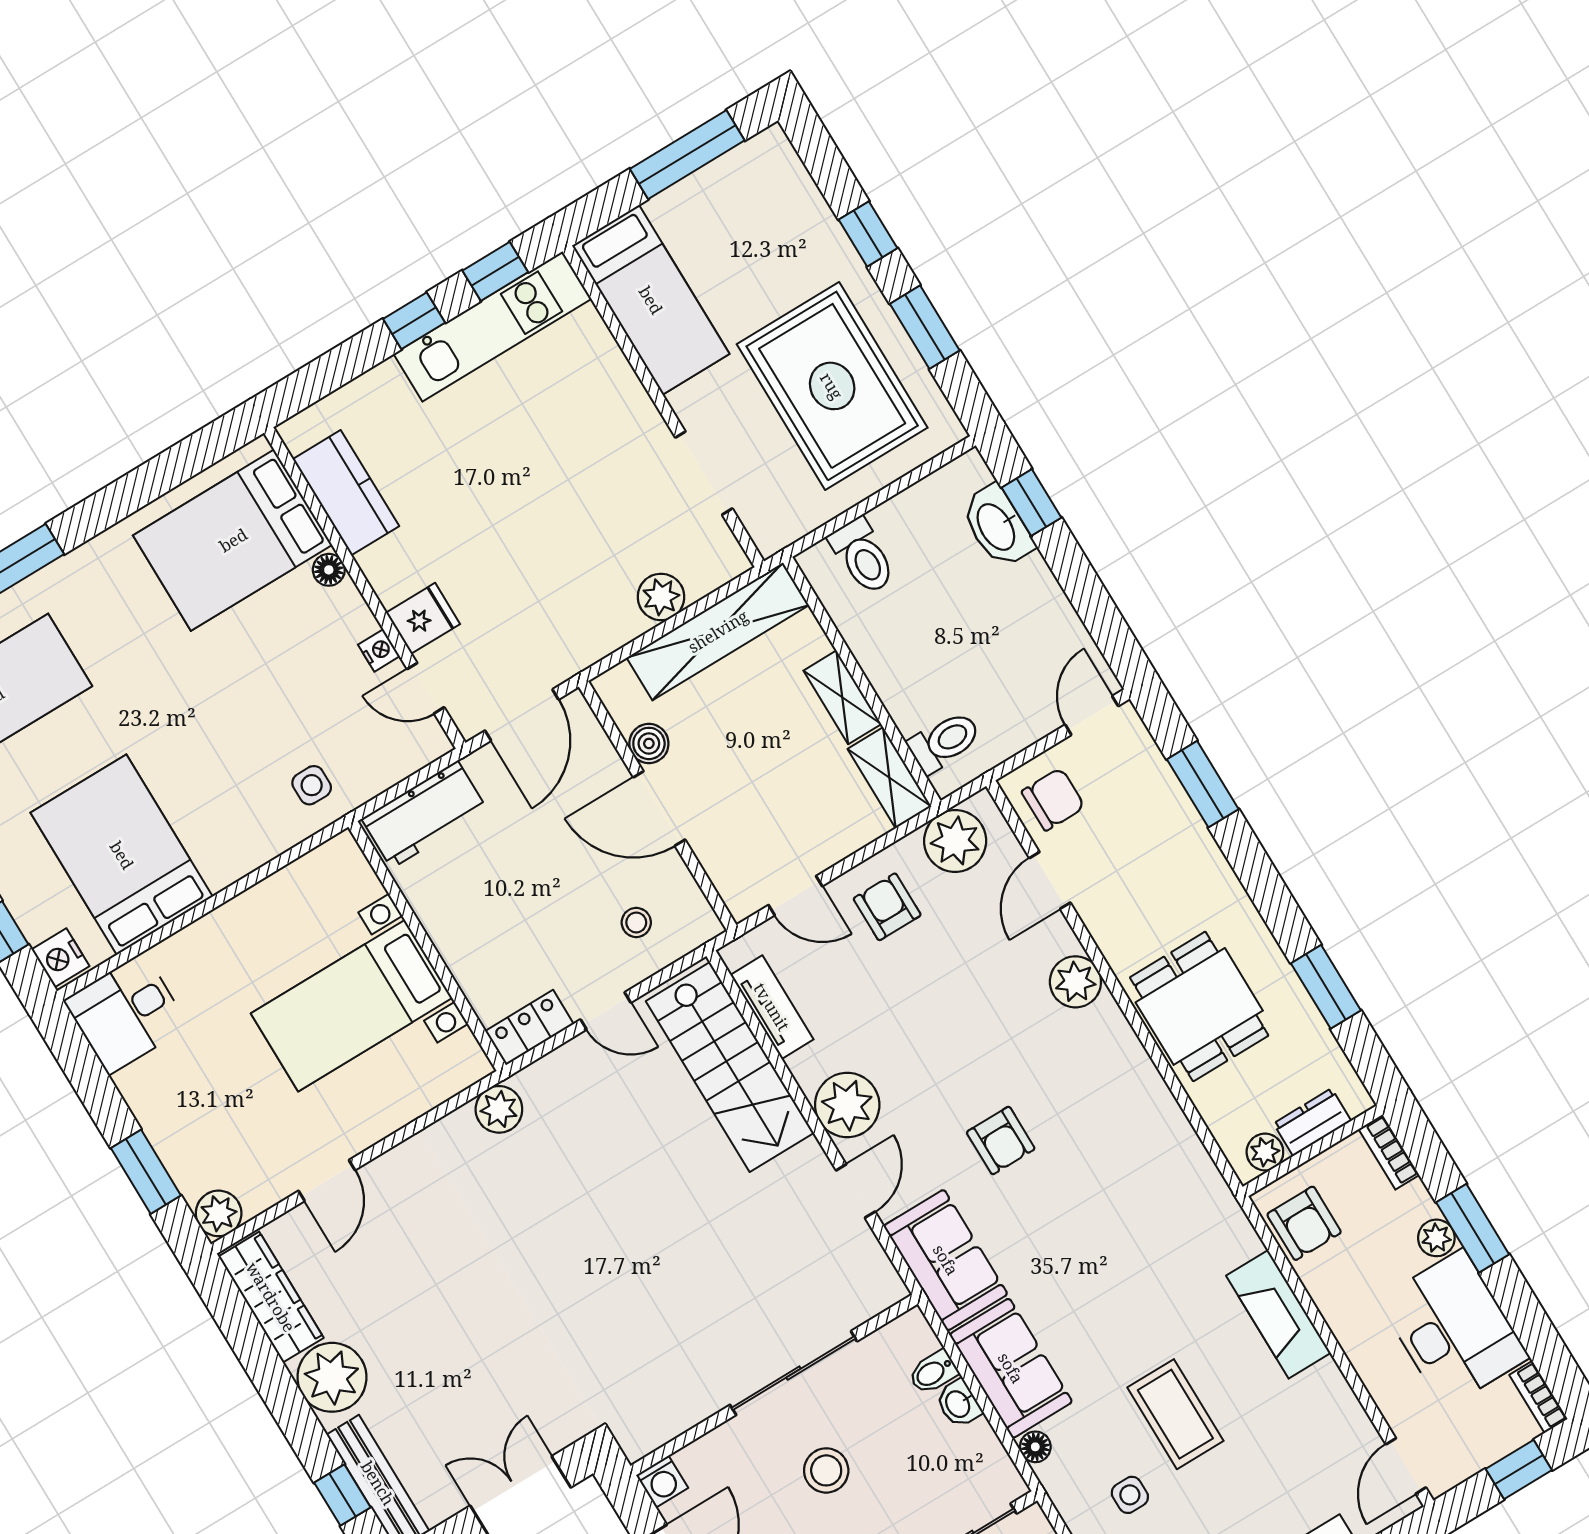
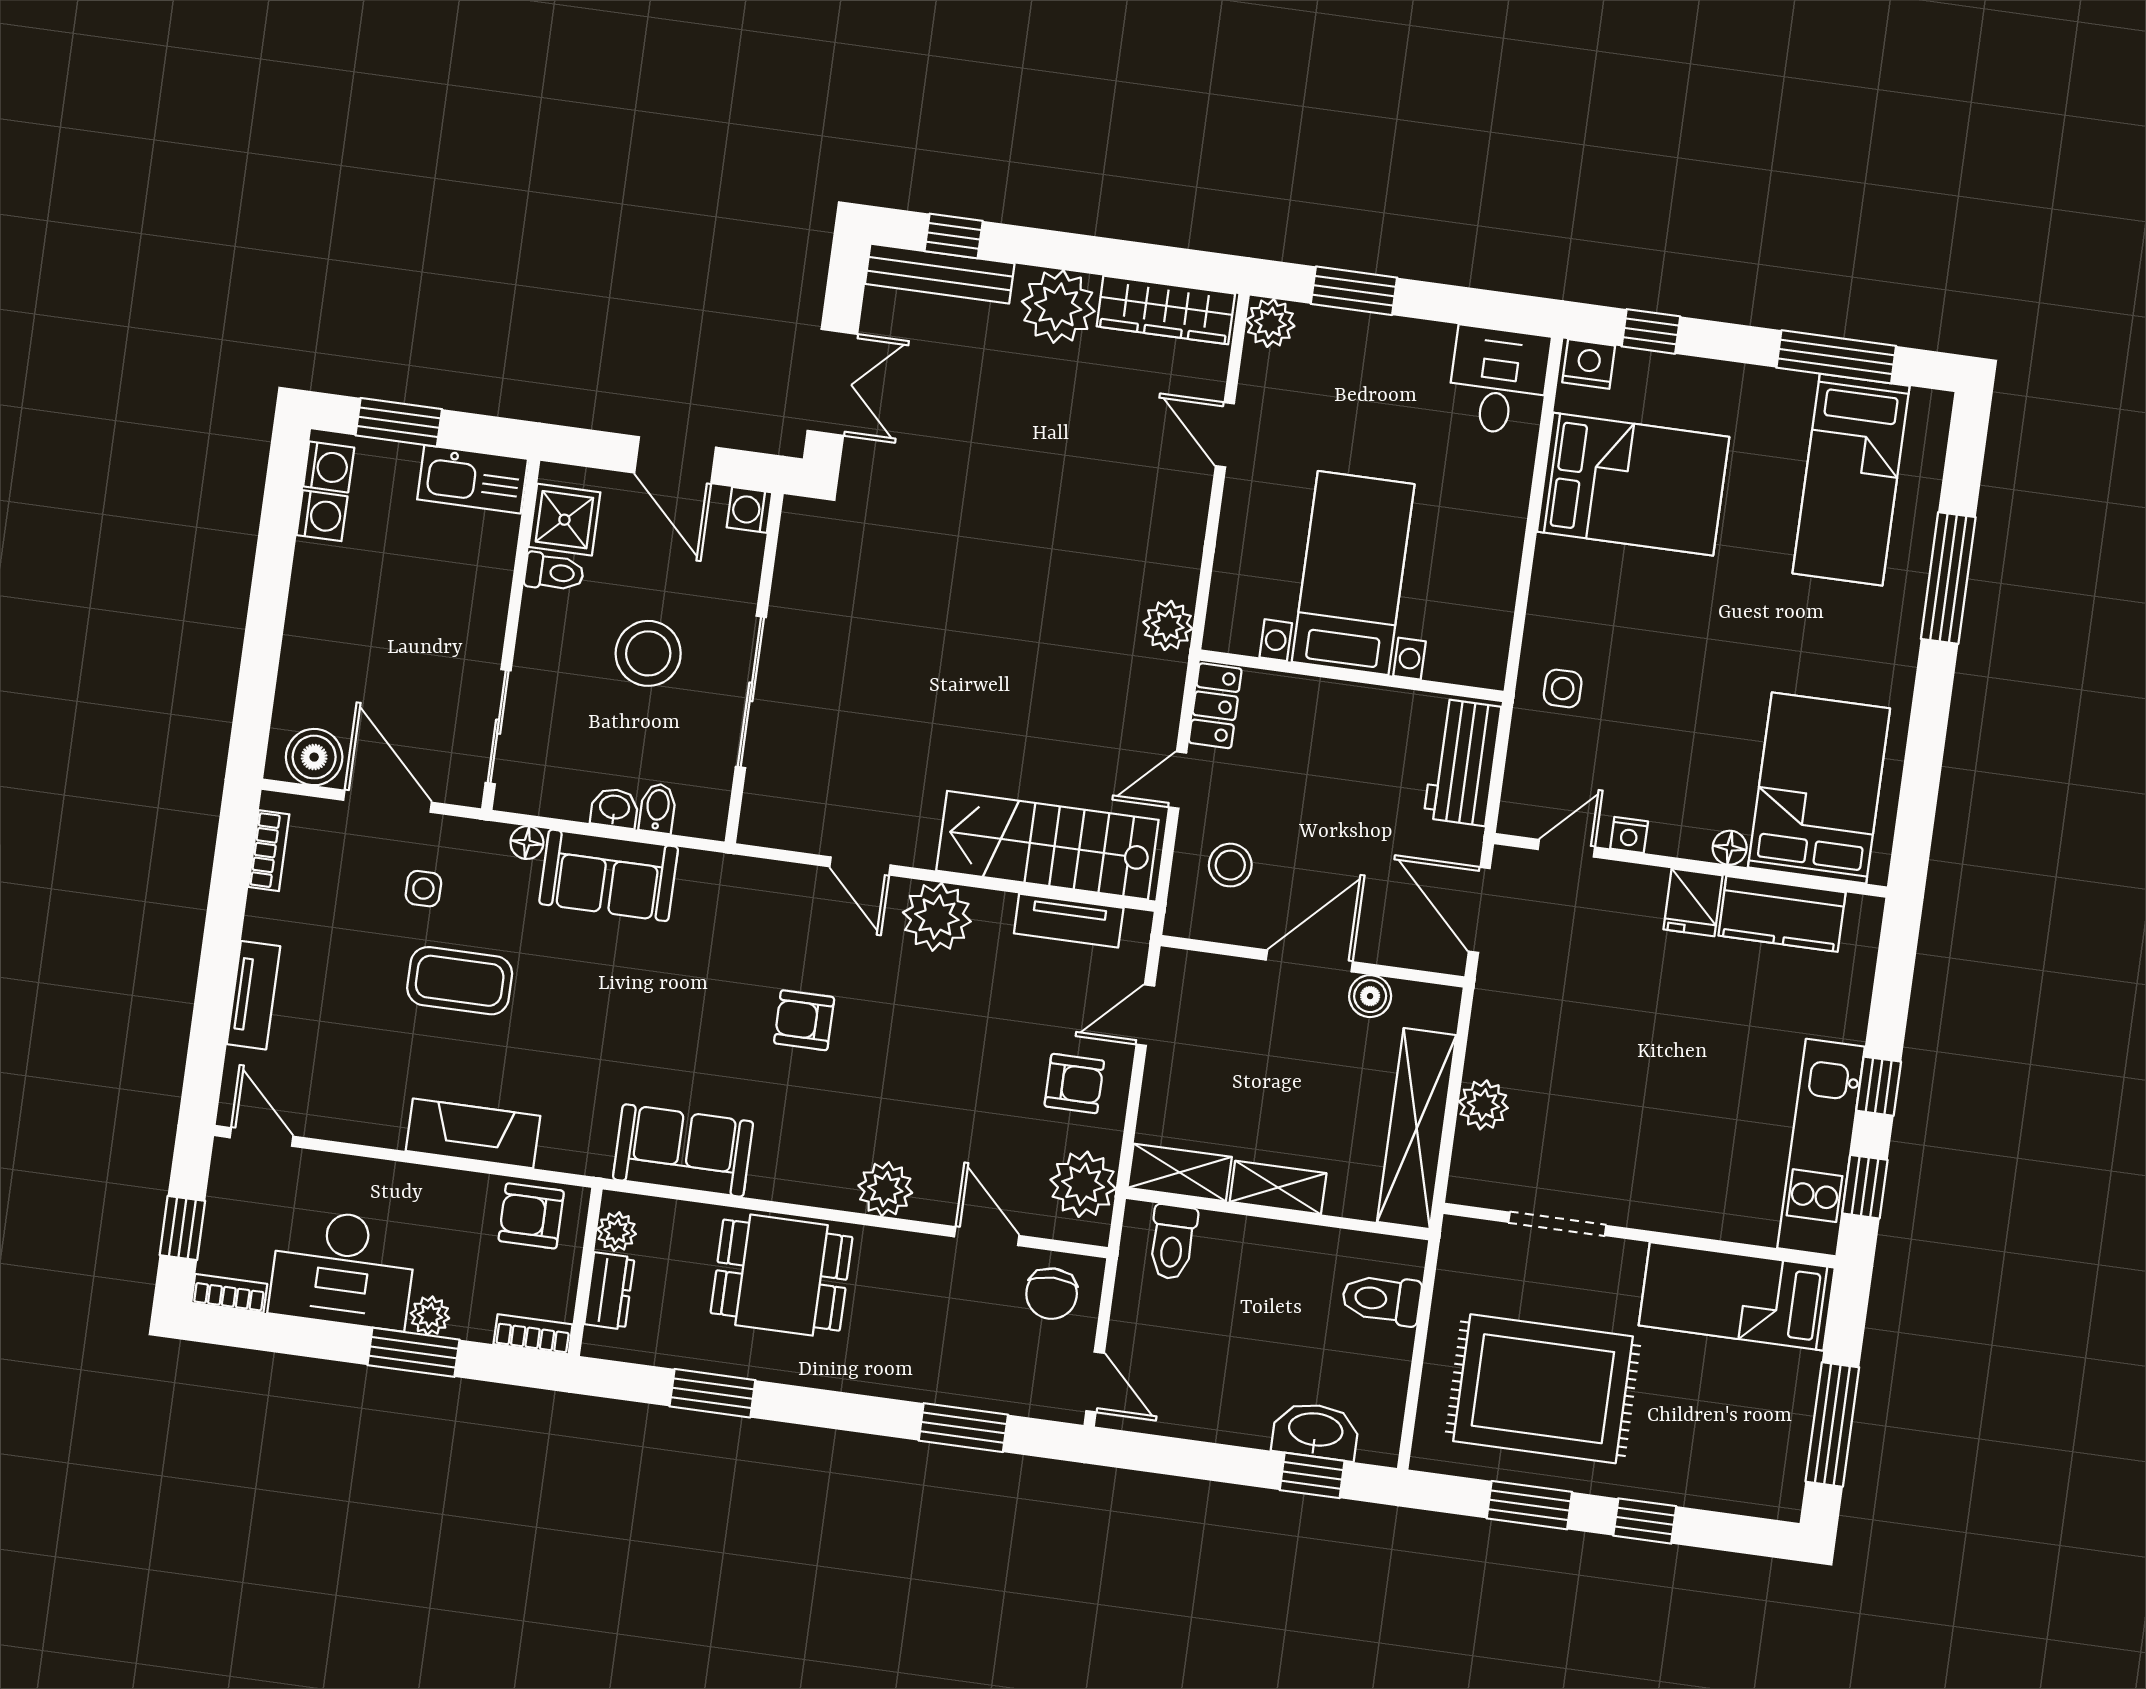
fridge: (423, 618) -> (1693, 902), moved
stool: (636, 922) -> (1230, 865), width x1.37, depth x1.37
sofa: (946, 1260) -> (683, 1150), moved, turned 180
stool: (826, 1470) -> (648, 653), width x1.38, depth x1.38

